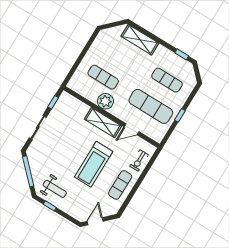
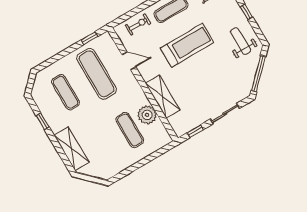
window: (182, 54) -> (43, 121), moved
plant: (105, 101) -> (147, 115), moved
window: (180, 115) -> (89, 38), moved
shelving: (103, 123) -> (163, 97), moved
window: (50, 206) -> (246, 12), moved

